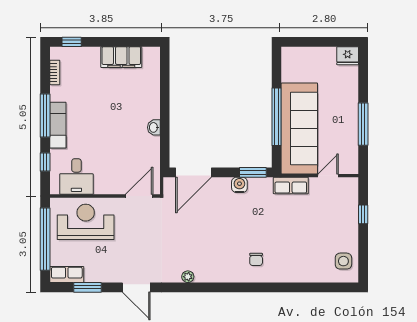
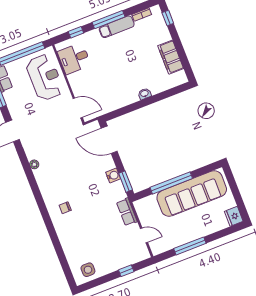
exam couch: (58, 125) -> (117, 27), moved
washbasin: (154, 127) -> (144, 94), moved
sofa: (299, 128) -> (192, 193), moved

